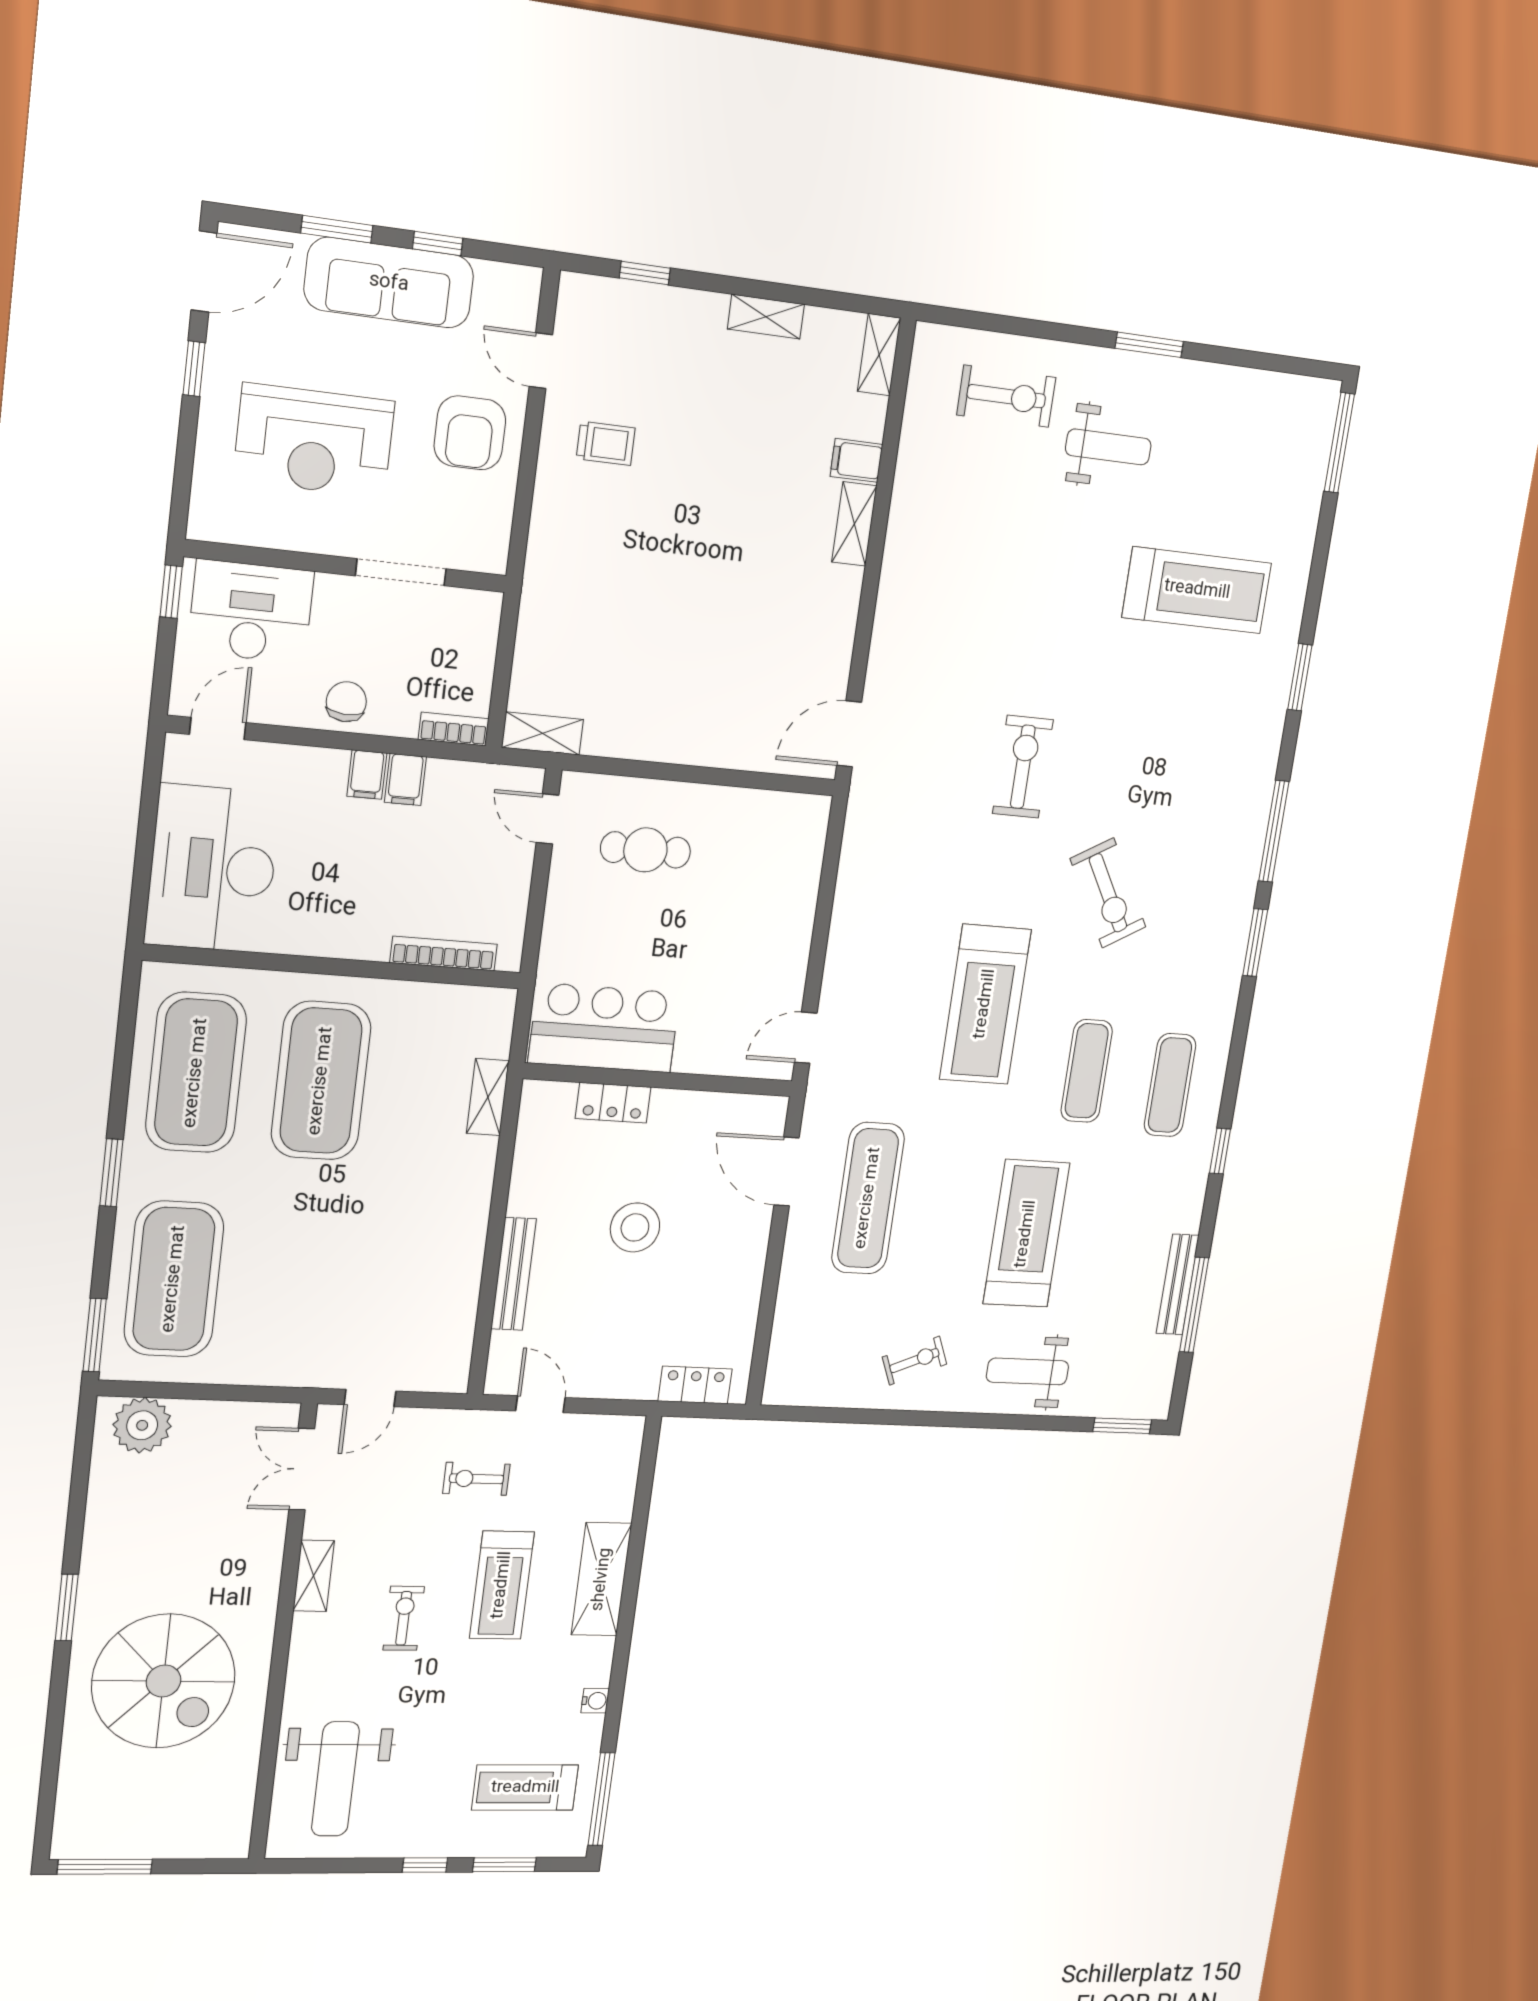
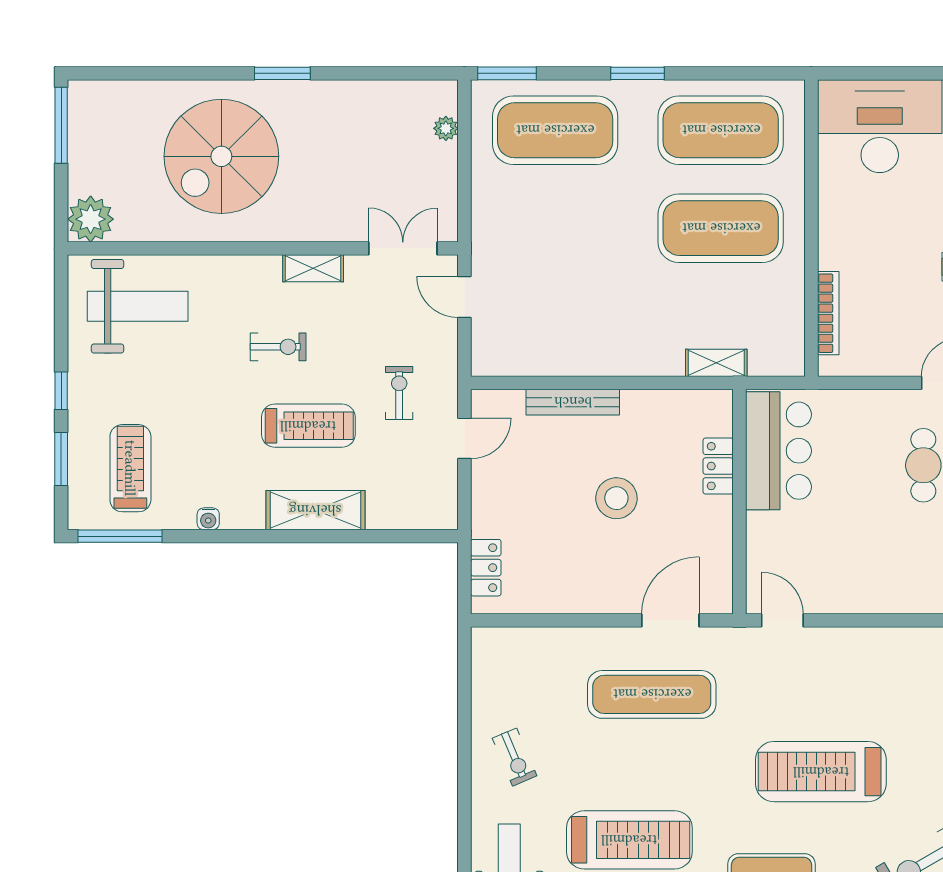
plant: (142, 1425) -> (446, 128), width x0.53, depth x0.53
treadmill: (502, 1585) -> (308, 426), turned 180
weight bench: (335, 1779) -> (138, 306), turned 180
plant: (224, 1833) -> (91, 219), added

